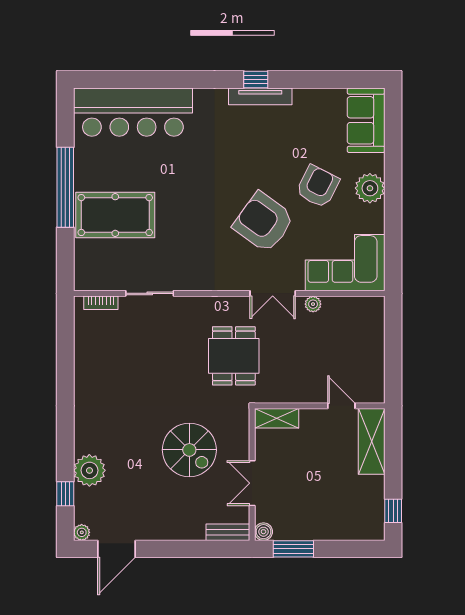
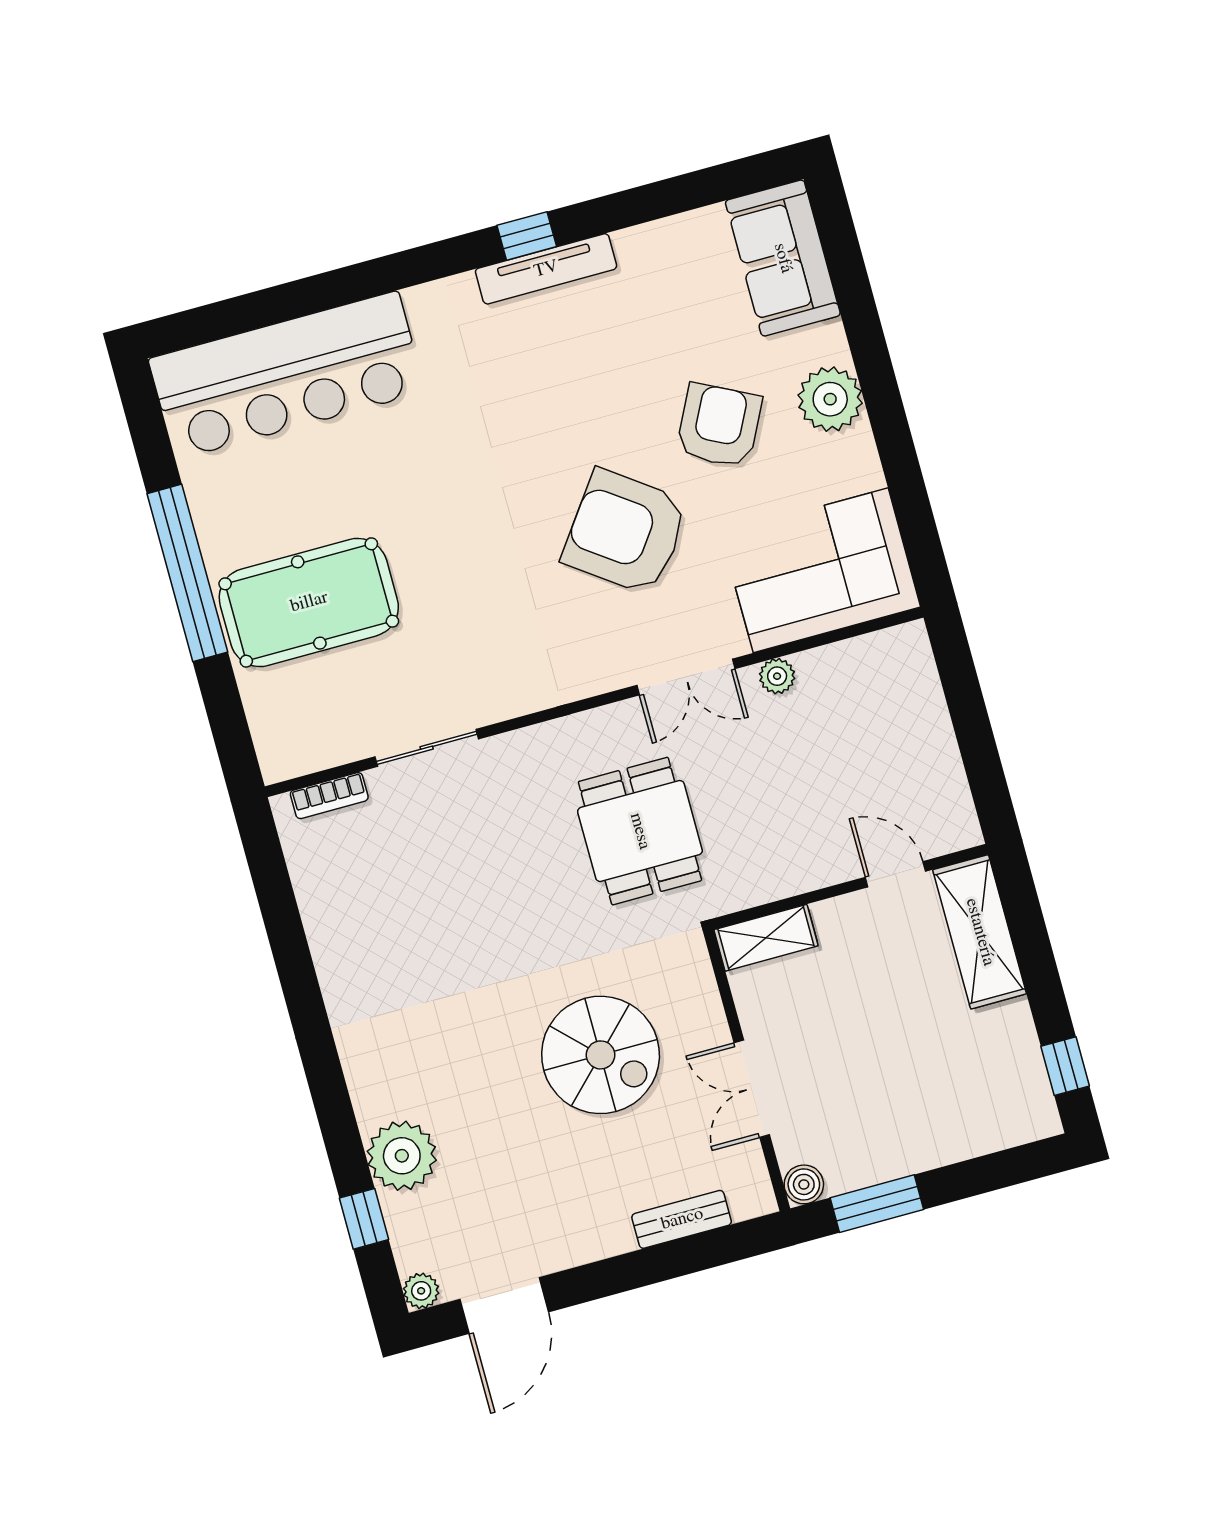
bench: (228, 532) -> (682, 1219), moved

